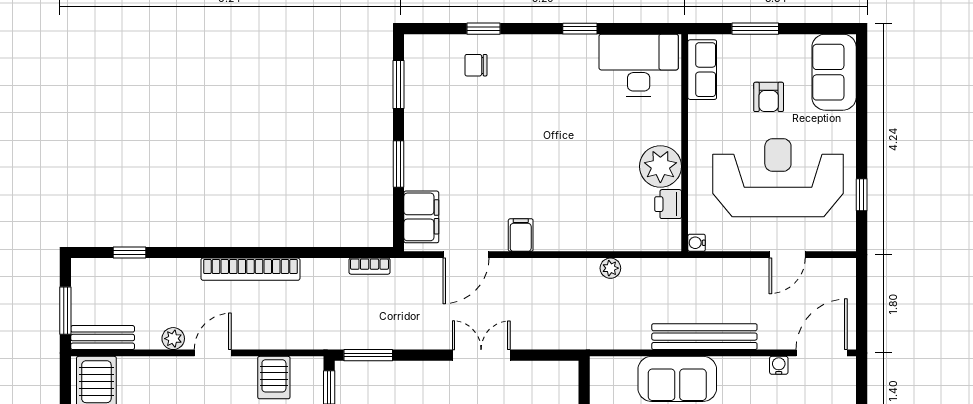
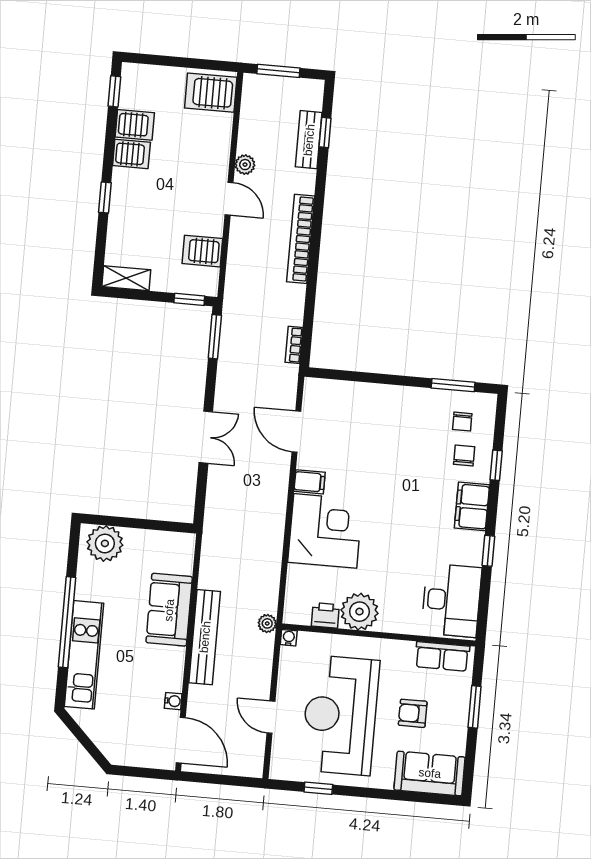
chair: (438, 71) -> (462, 422), added
window: (398, 164) -> (382, 379), removed
reception desk: (778, 178) -> (340, 715), turned 180
corner desk: (574, 213) -> (325, 531), added
filing cabinet: (421, 217) -> (472, 506), moved, turned 90
plant: (610, 268) -> (267, 623), moved
bench: (103, 338) -> (309, 140), moved

